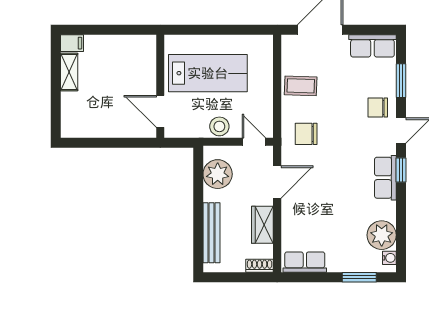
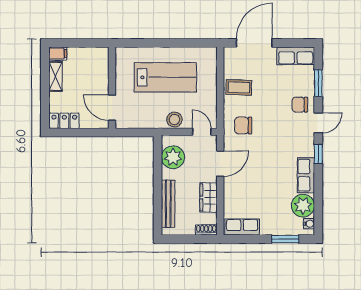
wall: (160, 86) -> (112, 88), moved
door: (160, 111) -> (112, 108), moved
locker: (80, 128) -> (64, 121), added
row of seats: (385, 178) -> (306, 175), moved

